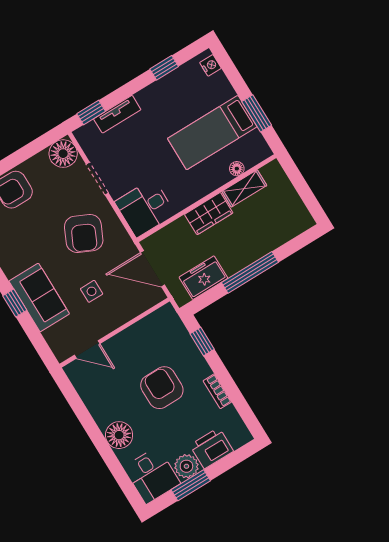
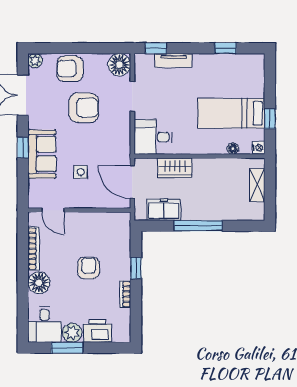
nightstand: (210, 65) -> (258, 148), moved
window: (257, 113) -> (270, 119), width x0.67
shelving: (244, 188) -> (257, 185), moved, turned 90
wardrobe: (209, 214) -> (175, 168), moved
armchair: (84, 233) -> (84, 108), moved, turned -115
window: (202, 342) -> (136, 268), moved
armchair: (162, 388) -> (89, 268), width x0.72, depth x0.72
bookcase: (91, 403) -> (34, 249), added

